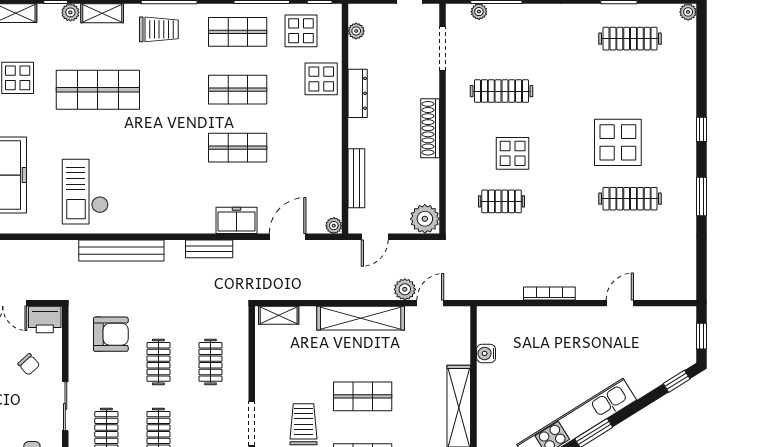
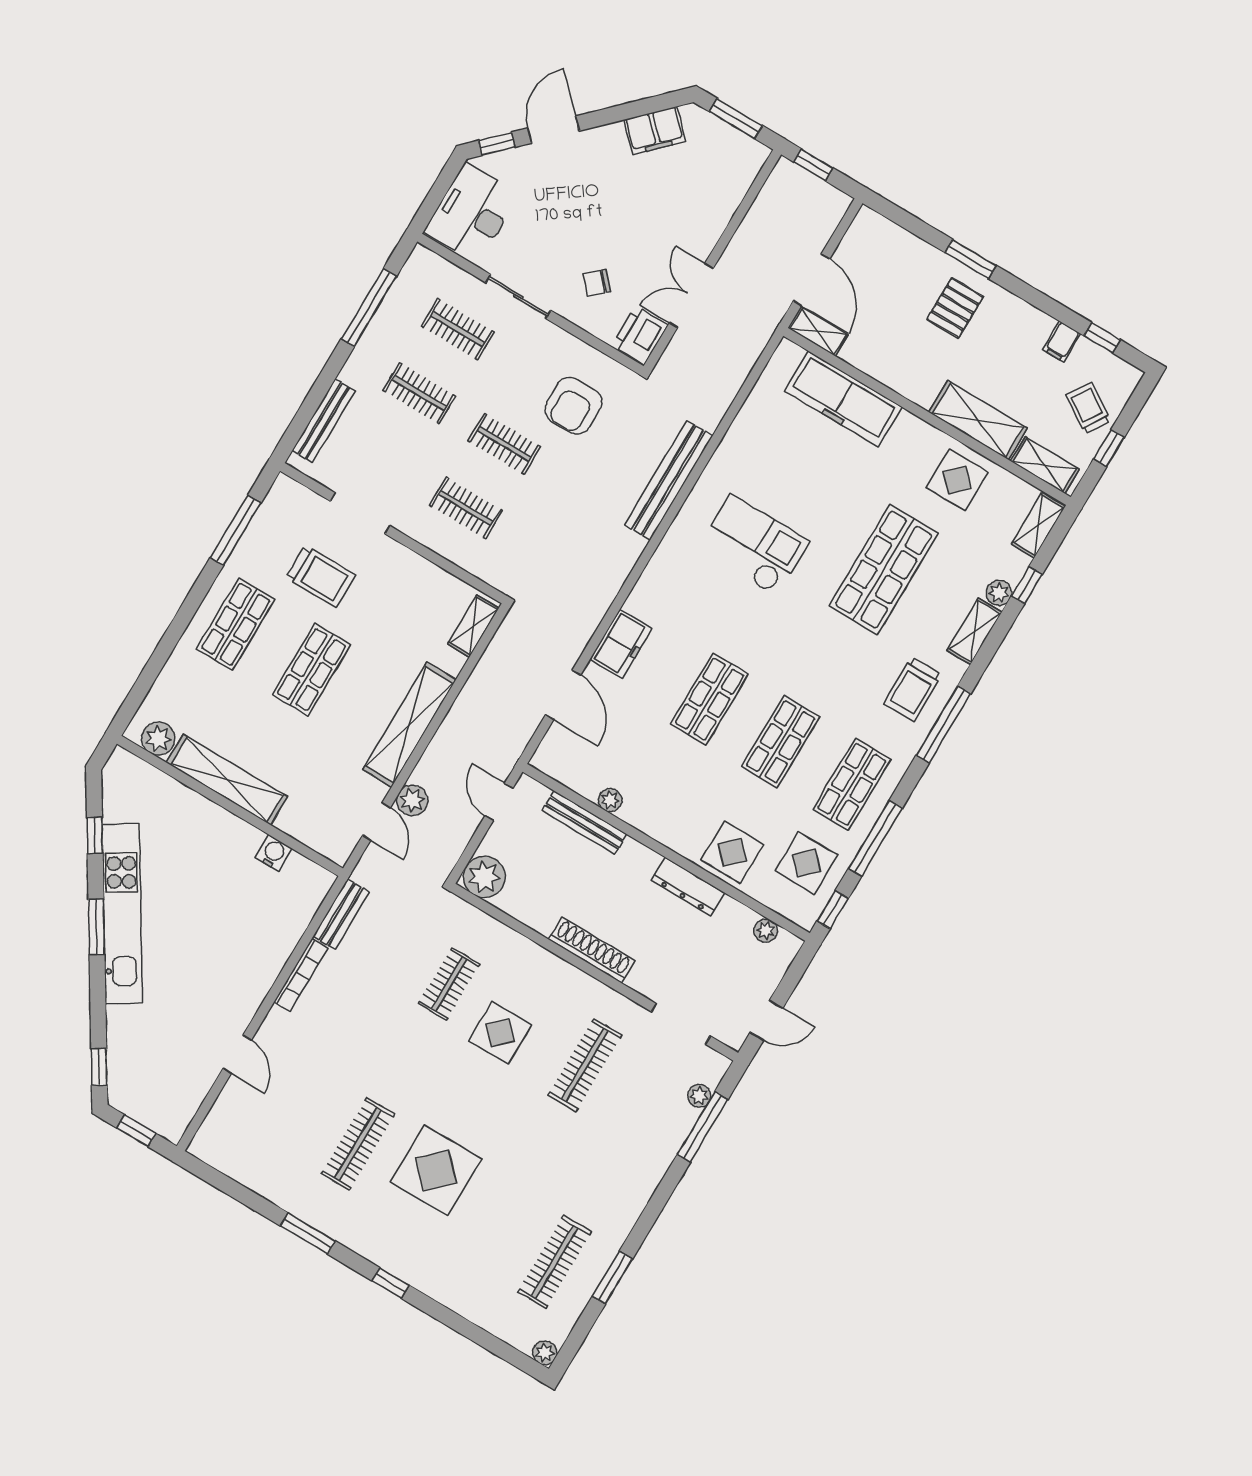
checkout: (85, 192) -> (754, 545), moved
plant: (334, 226) -> (610, 800), moved
bench: (209, 249) -> (341, 914), moved

